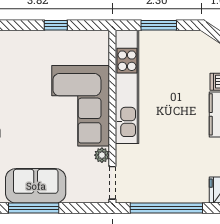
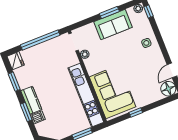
corner sofa: (81, 106) -> (113, 92), moved
window: (34, 208) -> (109, 12), width x0.69

